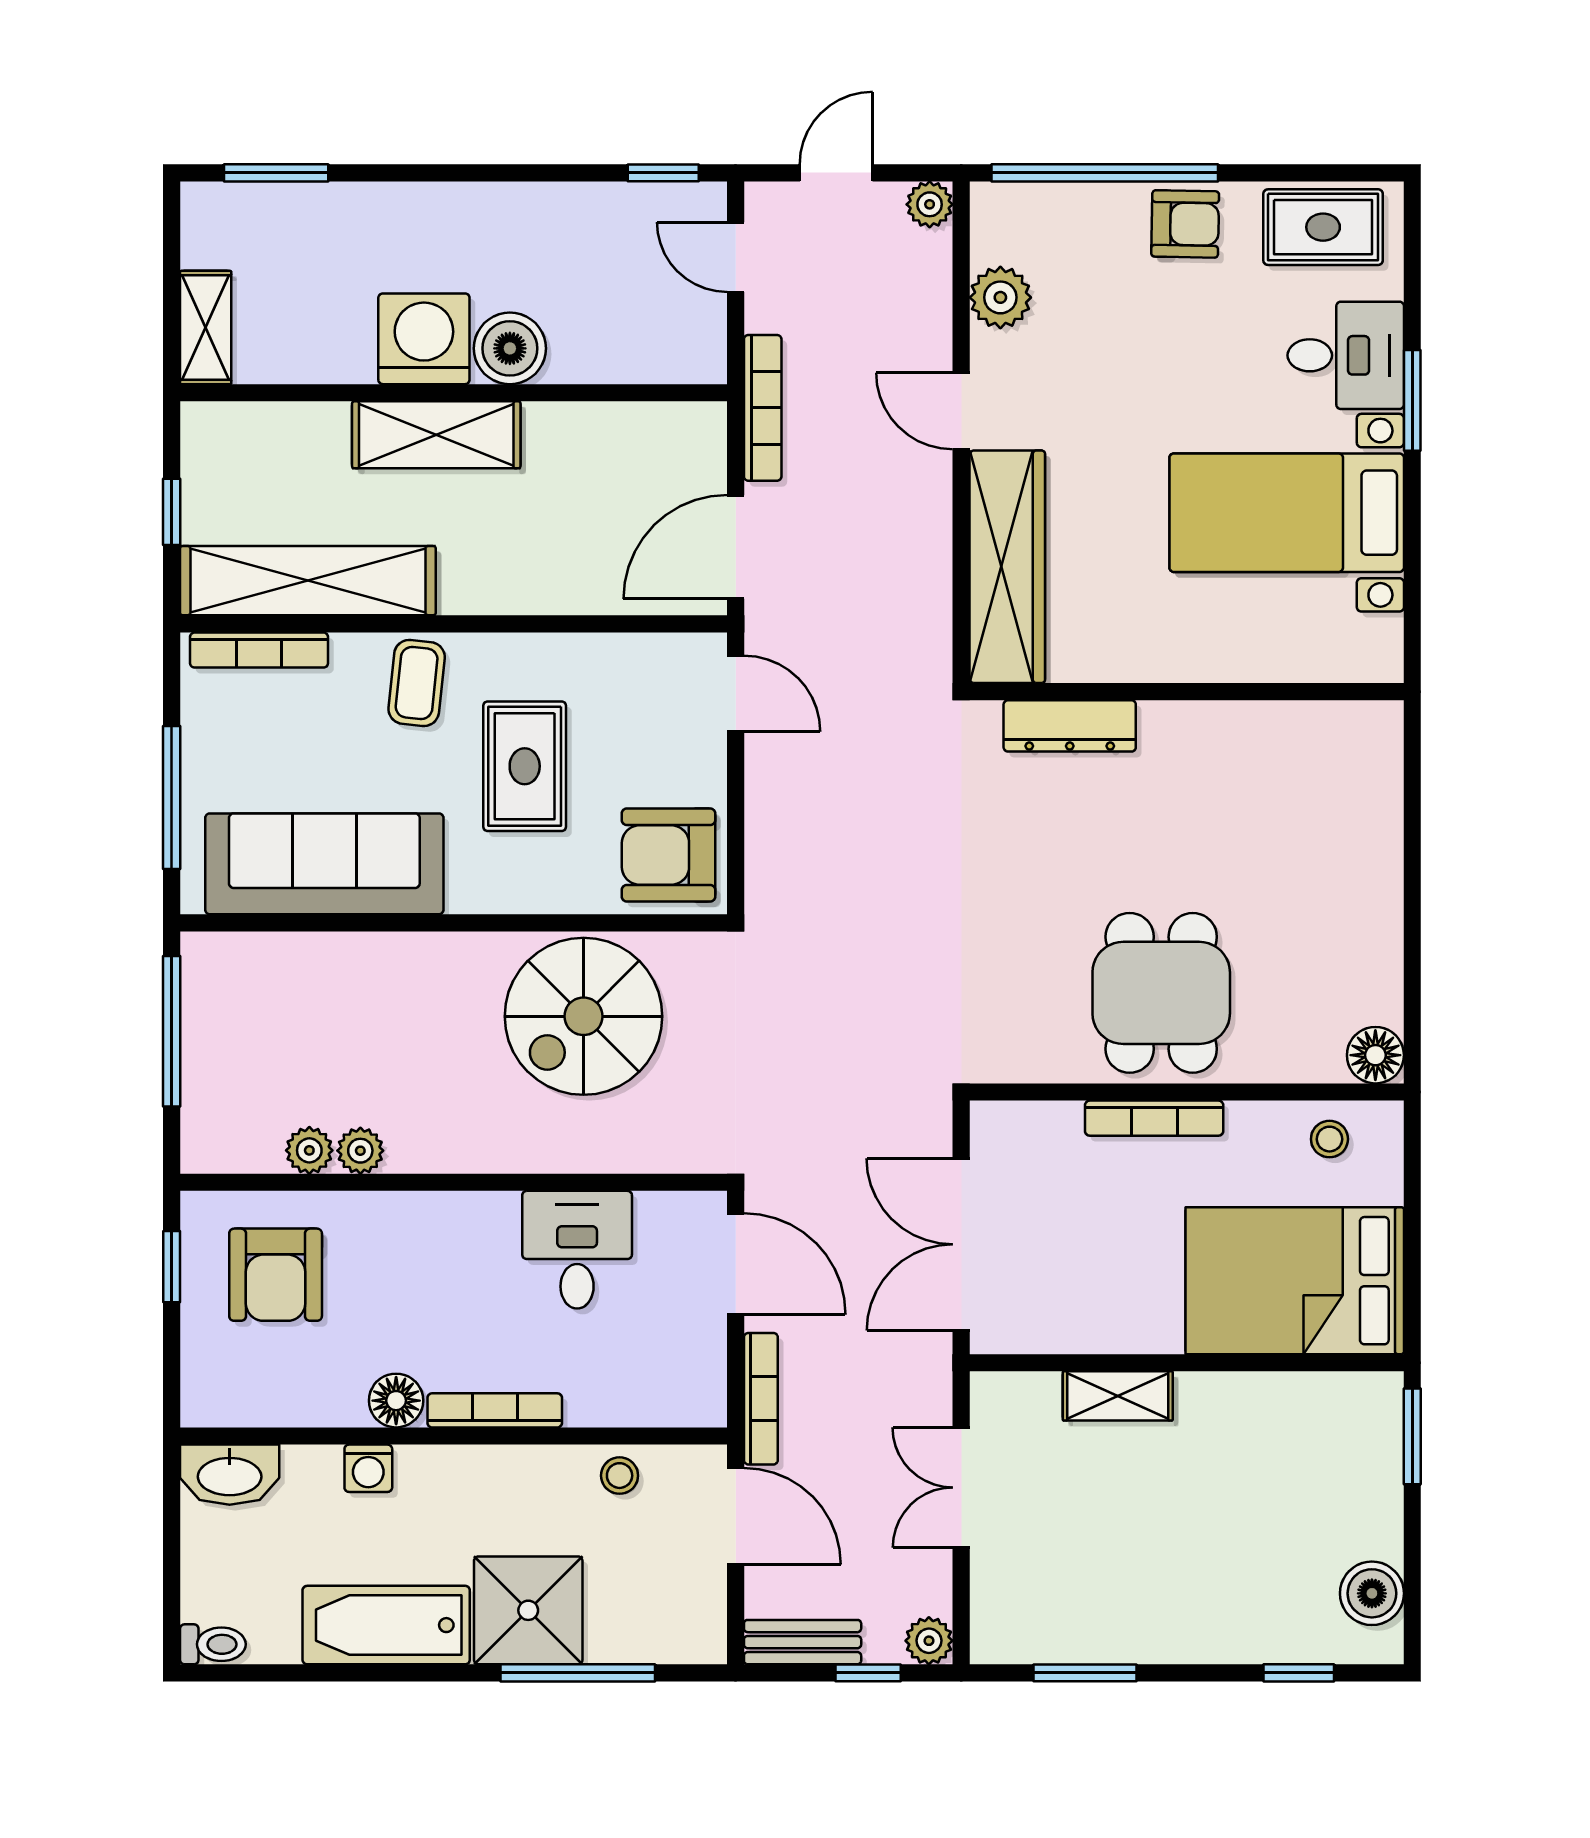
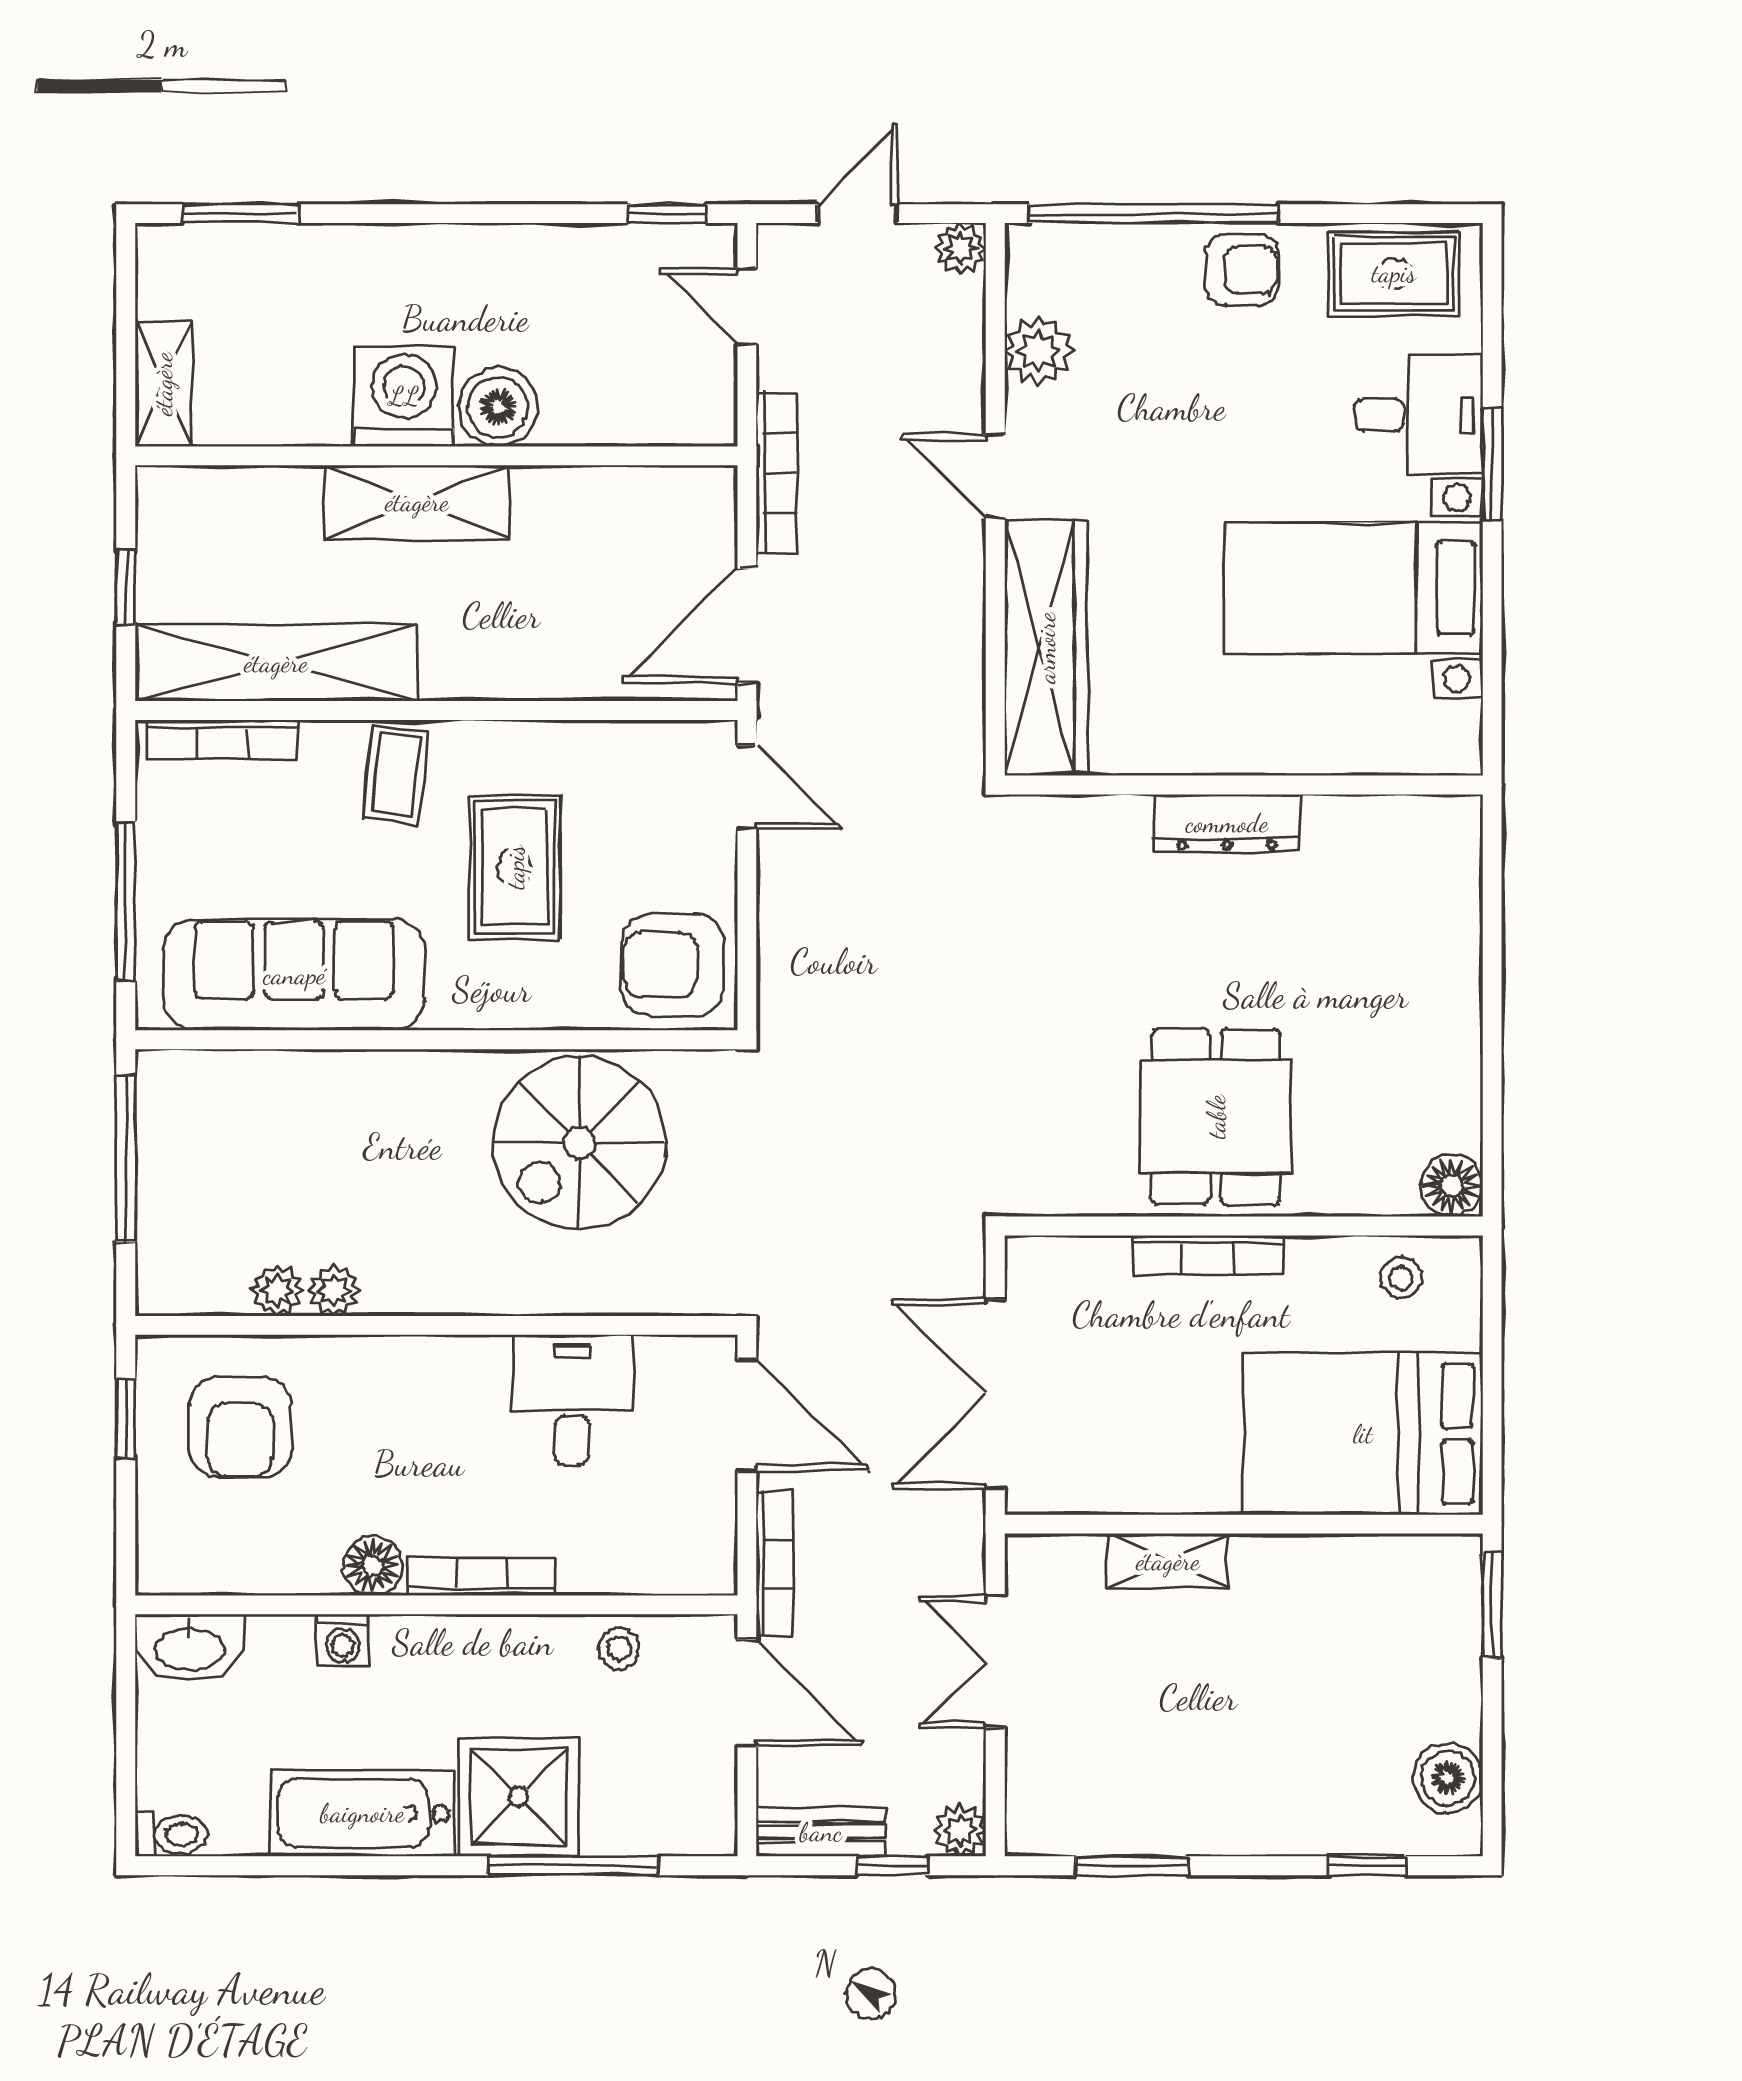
dresser: (1070, 726) -> (1227, 823), moved

